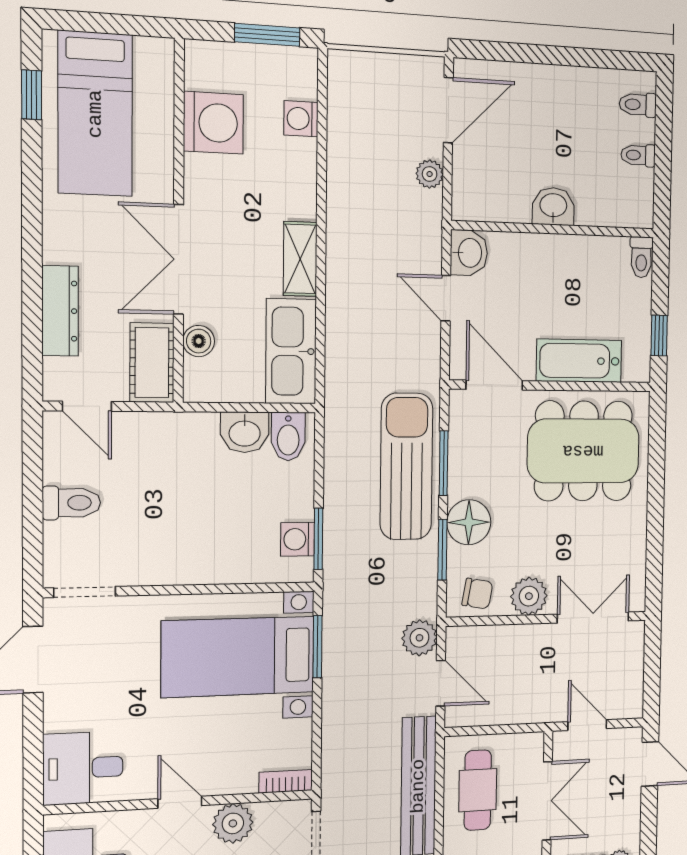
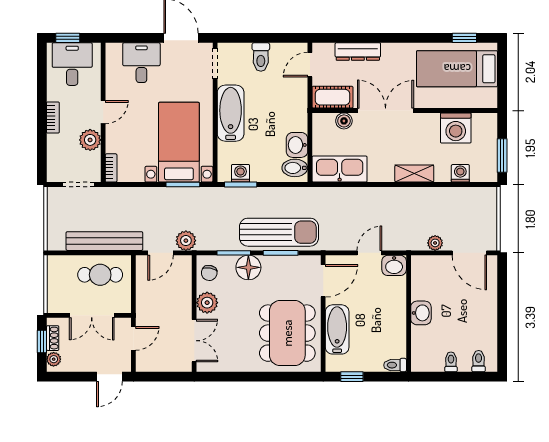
shelving: (300, 259) -> (414, 174), moved
bathtub: (183, 560) -> (231, 113), added
desk: (83, 768) -> (141, 63), moved

